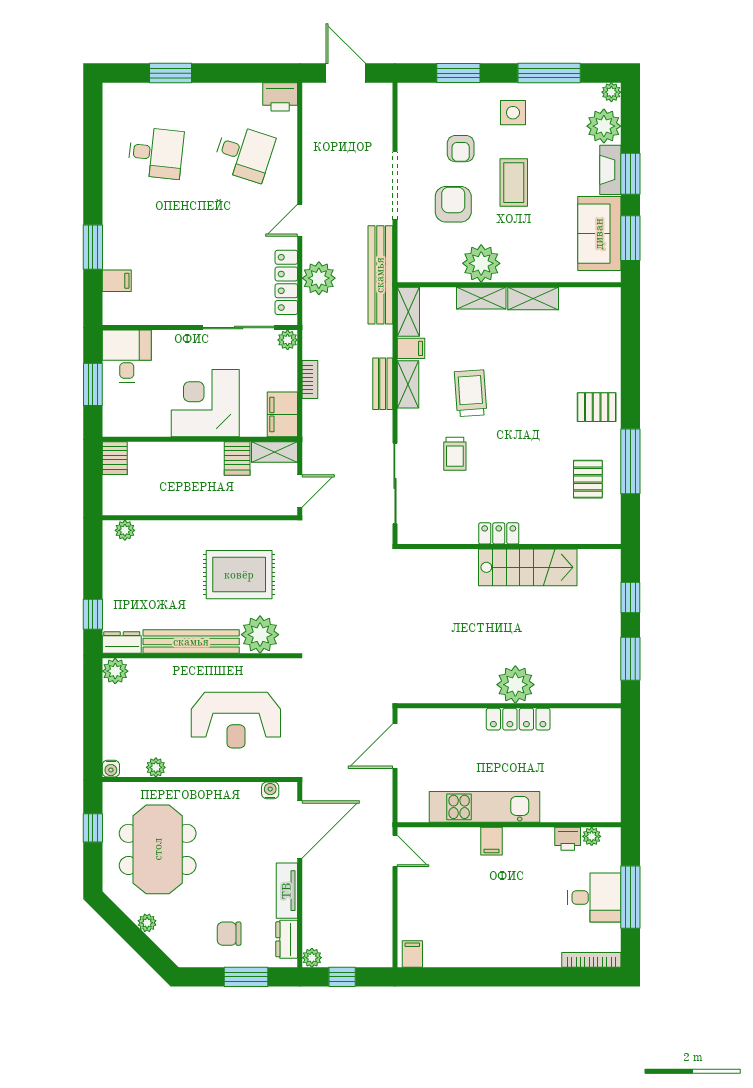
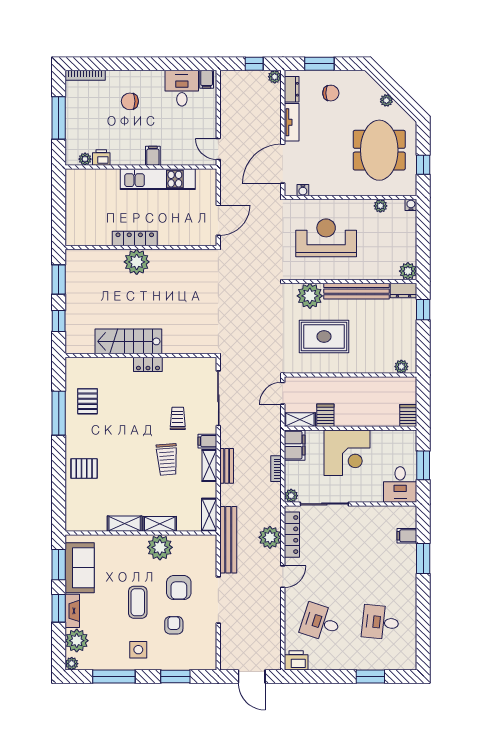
filing cabinet: (411, 348) -> (207, 441), moved
pallet: (597, 407) -> (84, 468), moved
desk: (594, 897) -> (182, 88), moved, turned 90
chair: (525, 921) -> (130, 101), added

